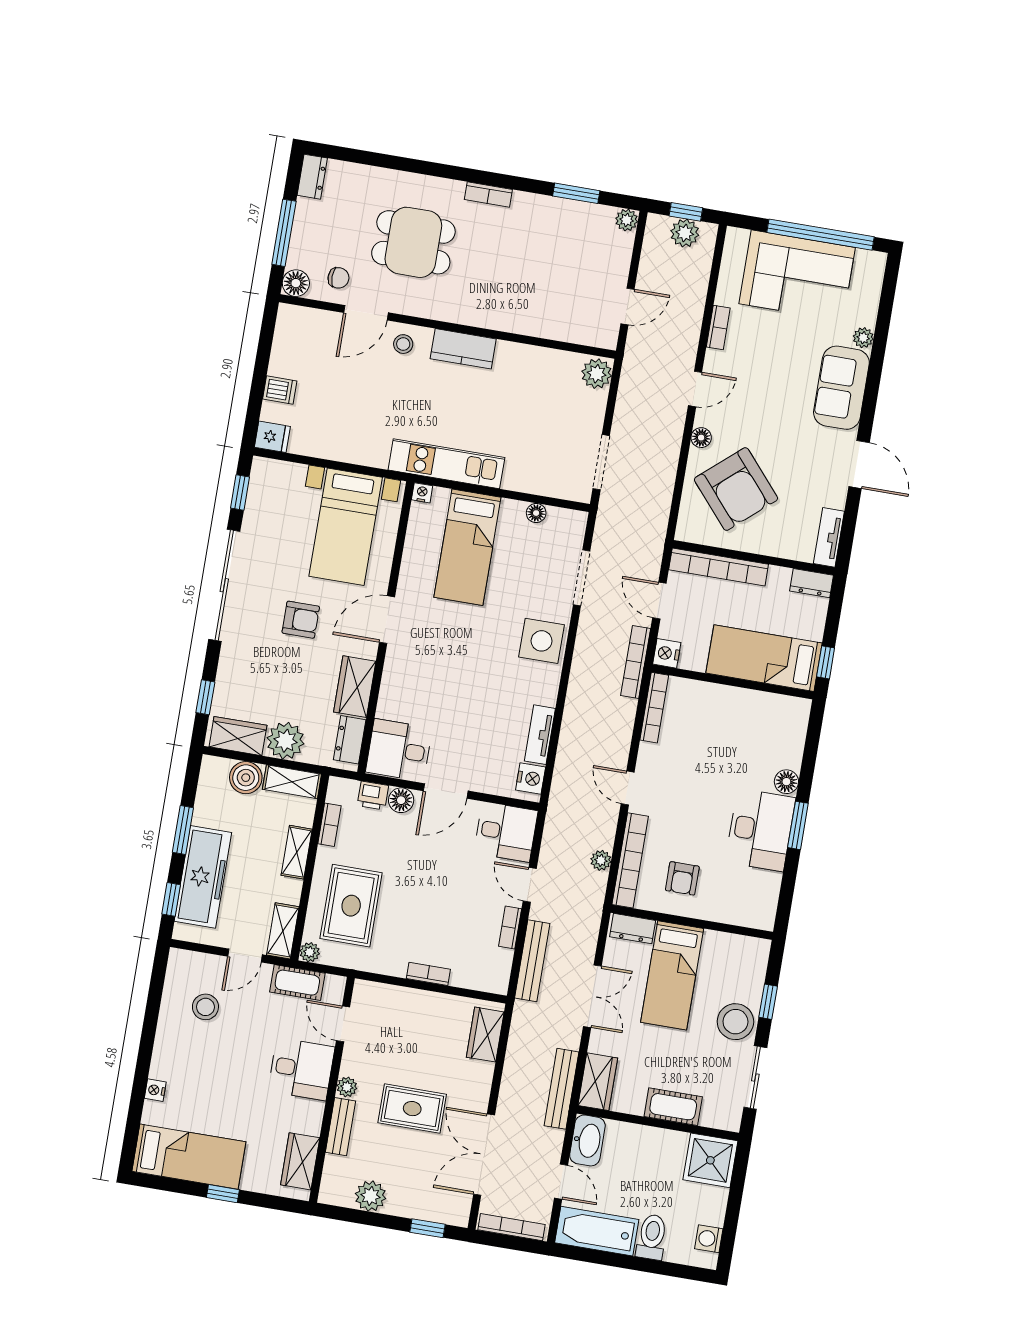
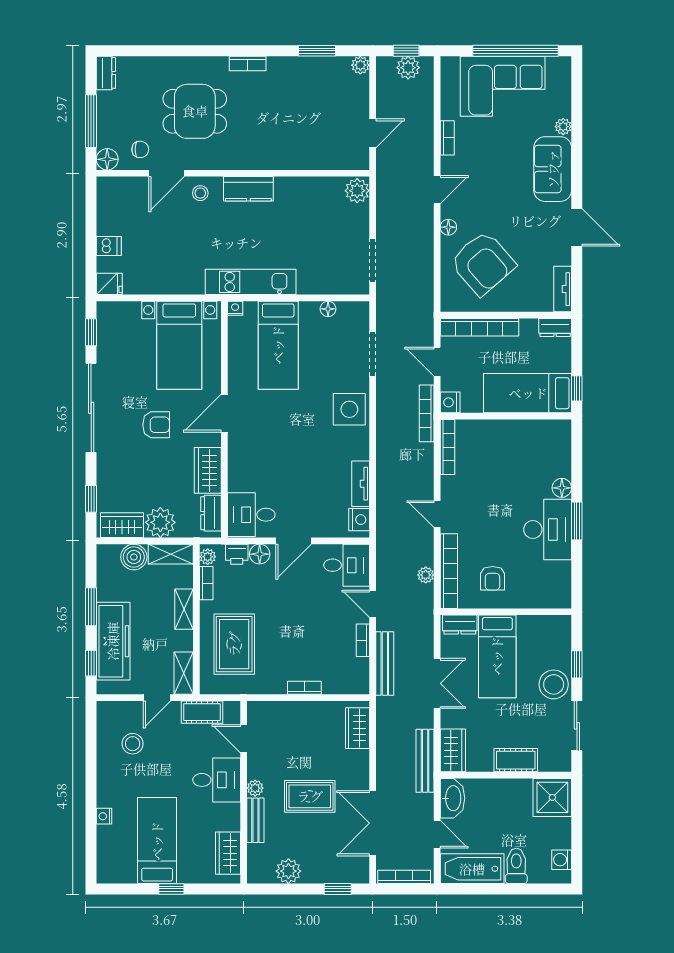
plant: (310, 952) -> (208, 557), moved
bed: (189, 1157) -> (157, 841), moved, turned -90

